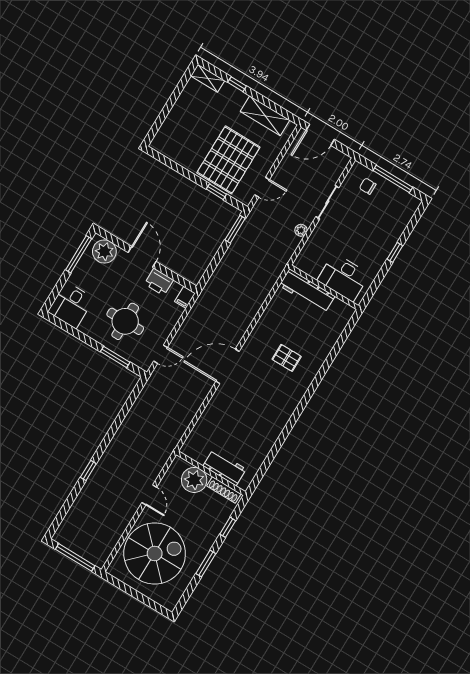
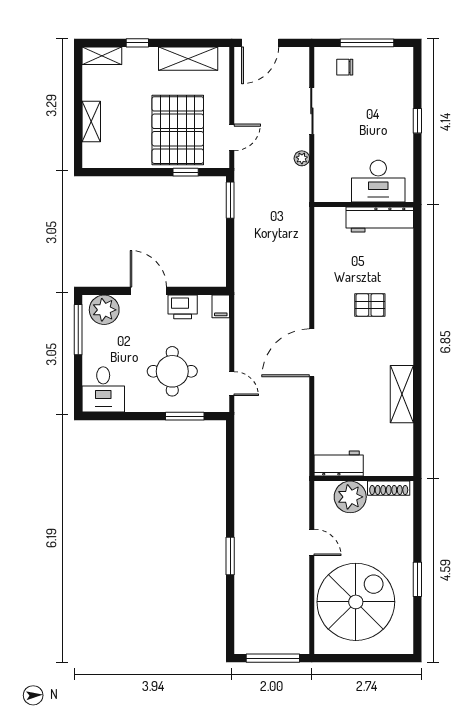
shelving: (173, 119) -> (91, 122), added
workbench: (307, 291) -> (380, 220), moved
door: (161, 354) -> (232, 384), hinge flipped
shelving: (272, 432) -> (402, 394), added
workbench: (225, 467) -> (339, 464), moved
window: (88, 471) -> (230, 556), width x1.50
window: (228, 527) -> (417, 526), removed

